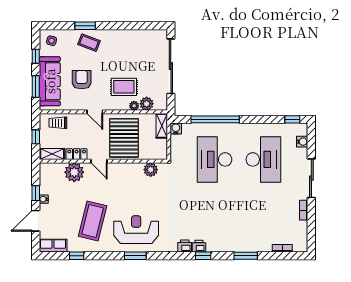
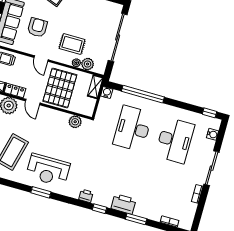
reception desk: (136, 230) -> (48, 170), turned 180
printer: (199, 246) -> (124, 204), moved, width x1.87, depth x1.48

